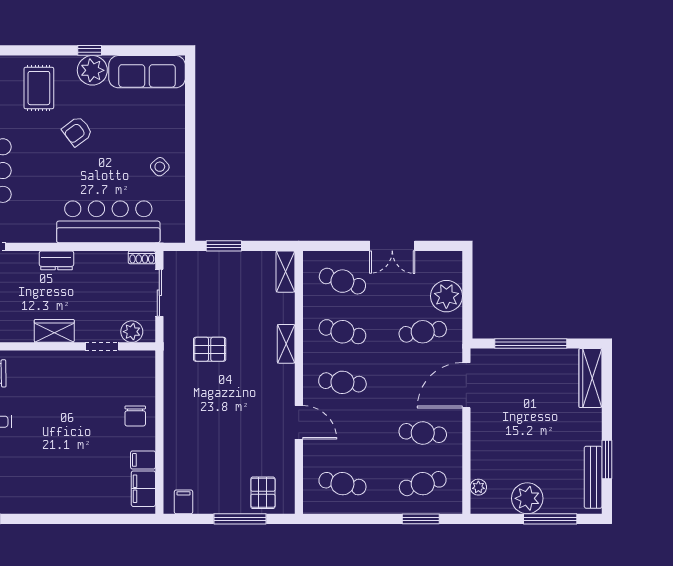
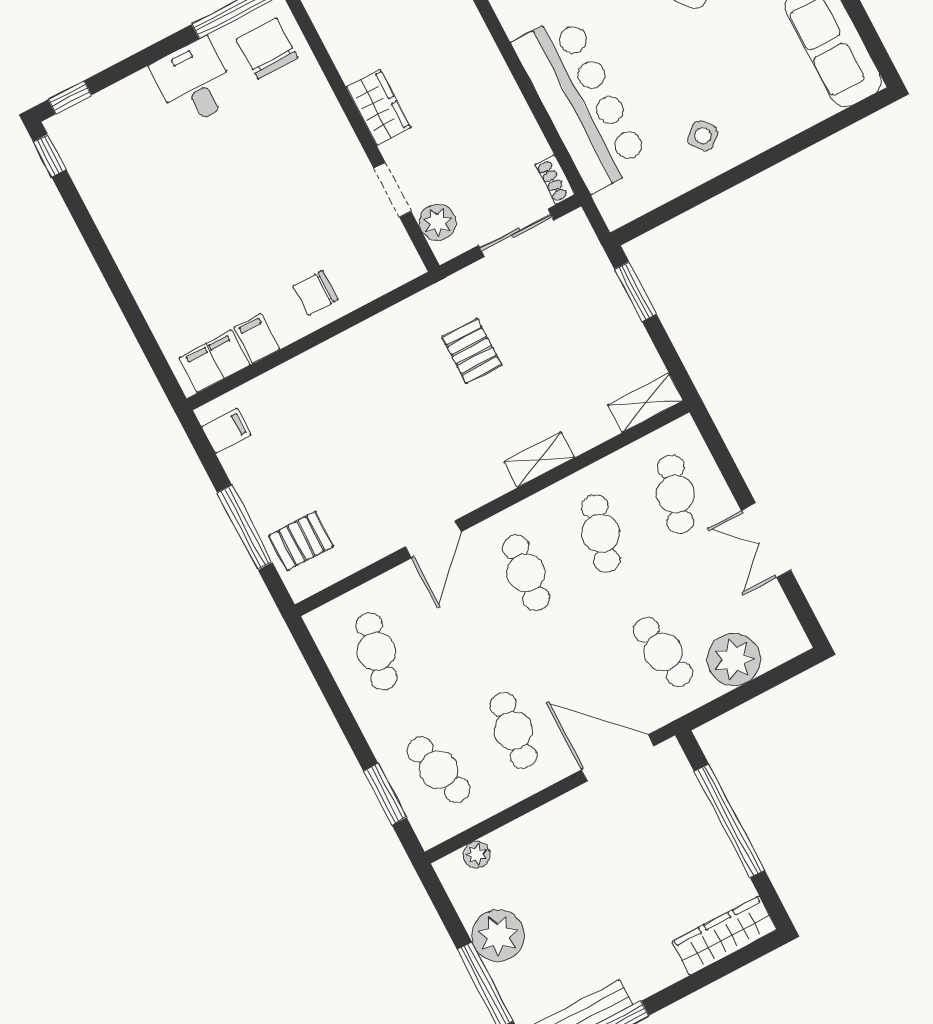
dresser: (56, 260) -> (484, 56), removed

